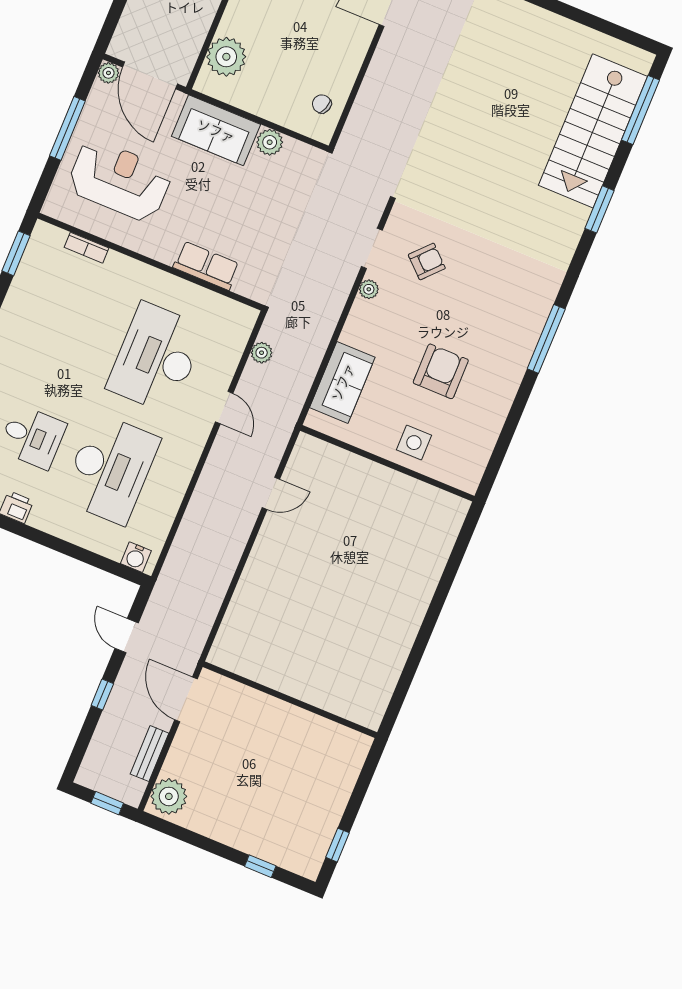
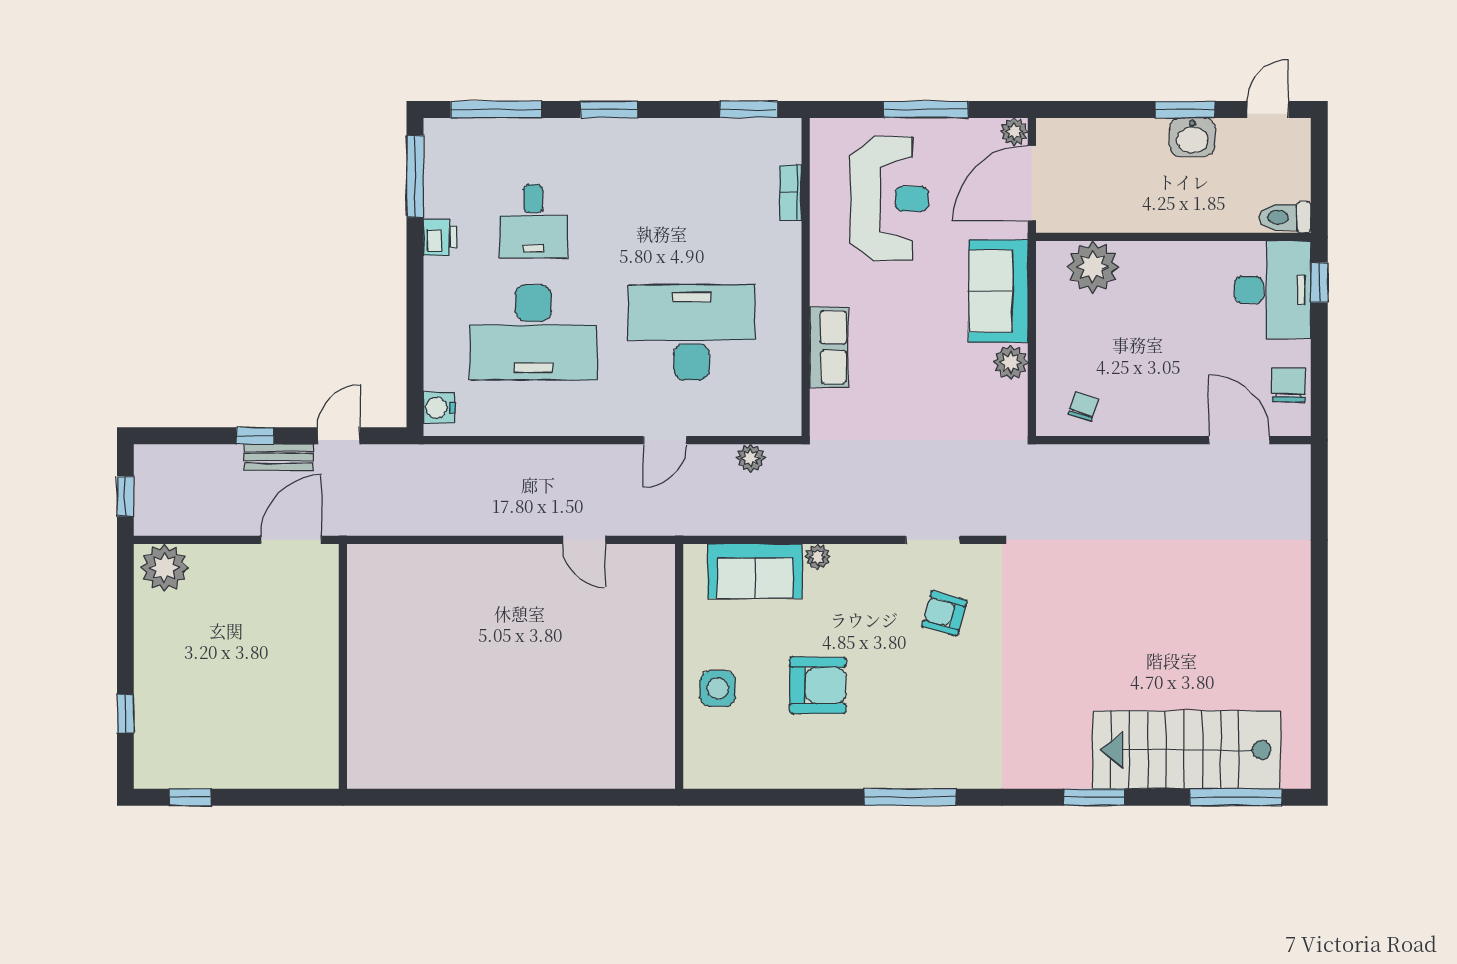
armchair: (427, 262) -> (944, 613), turned 153
plant: (369, 289) -> (818, 557), moved
bench: (149, 754) -> (279, 457), moved

